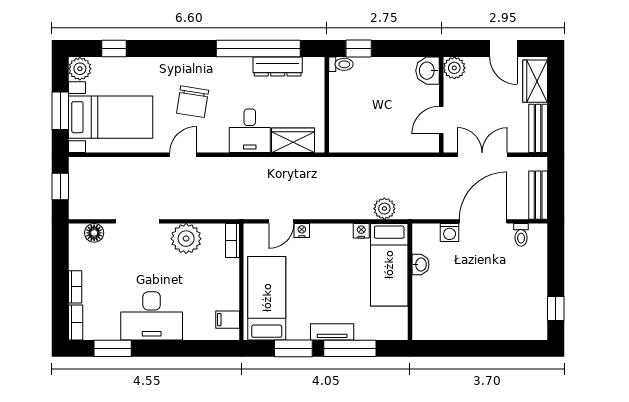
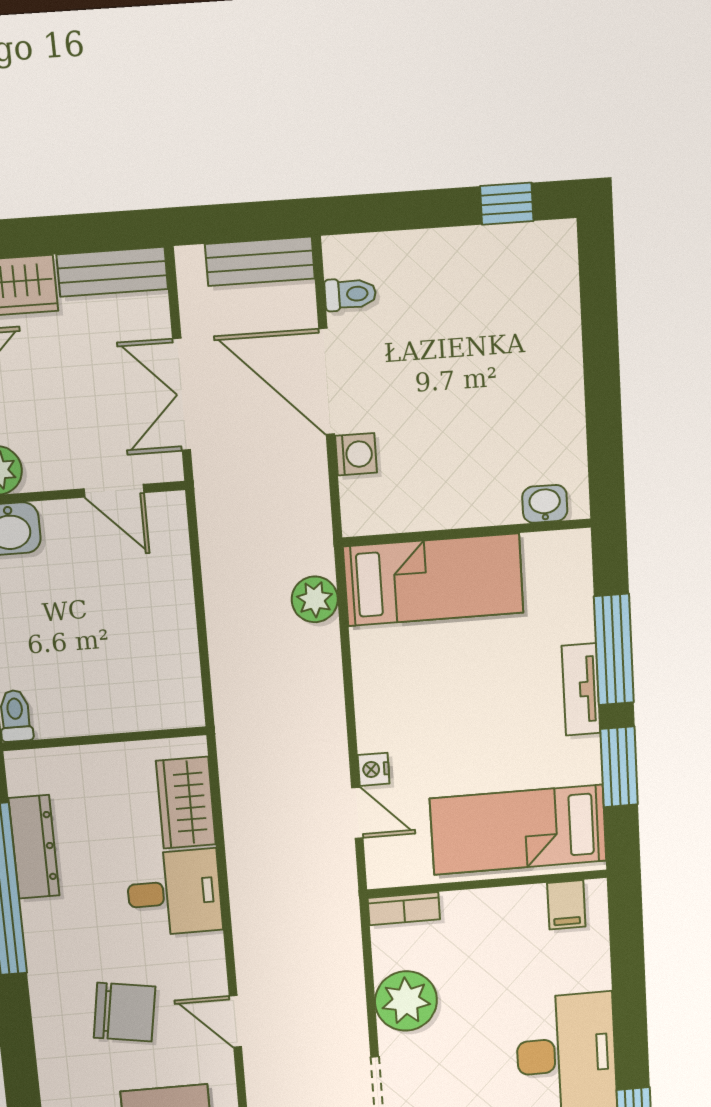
nightstand: (361, 231) -> (366, 645), removed
washbasin: (420, 265) -> (545, 504), moved

